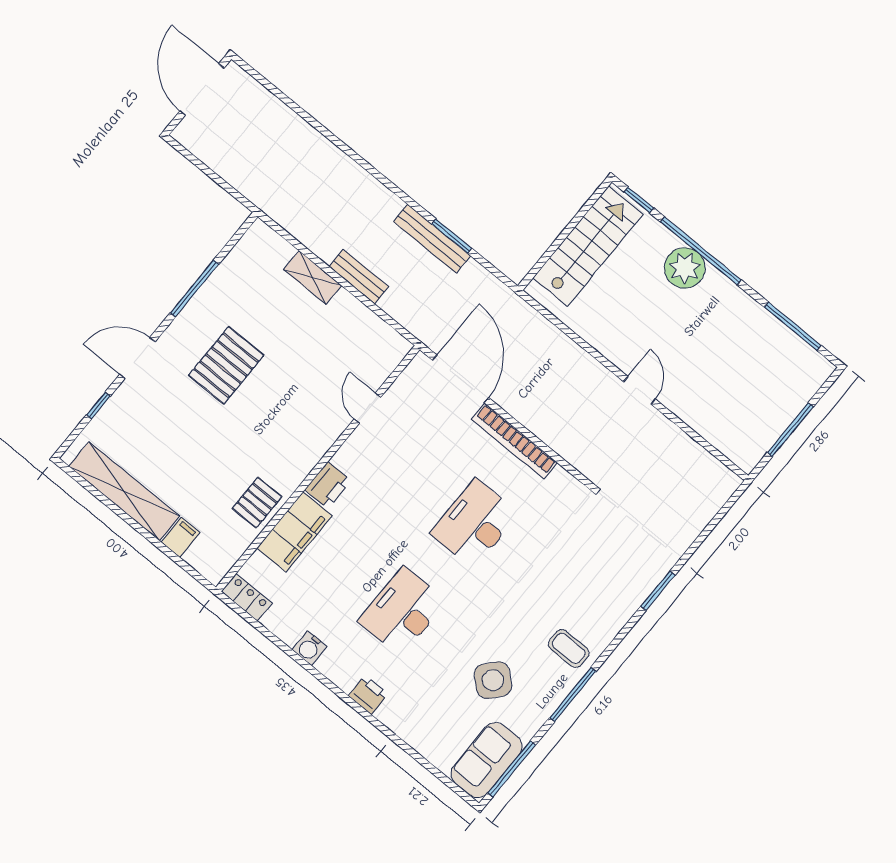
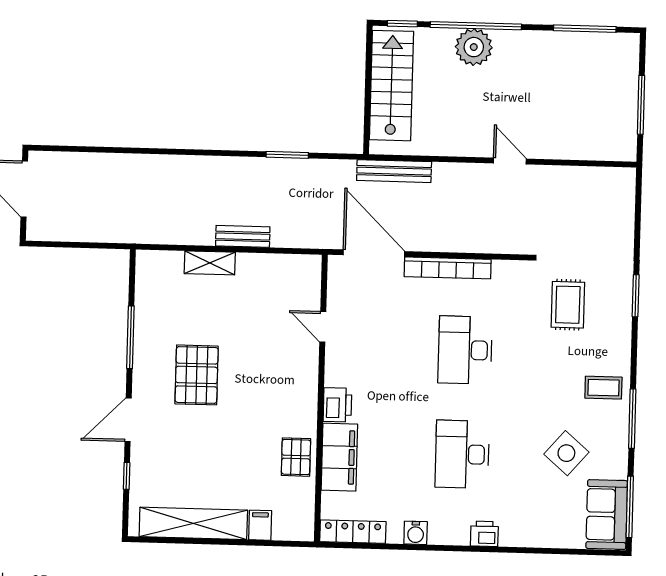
bench: (432, 239) -> (394, 171), moved
rug: (593, 553) -> (568, 305), added
locker: (247, 597) -> (353, 532), width x1.53

